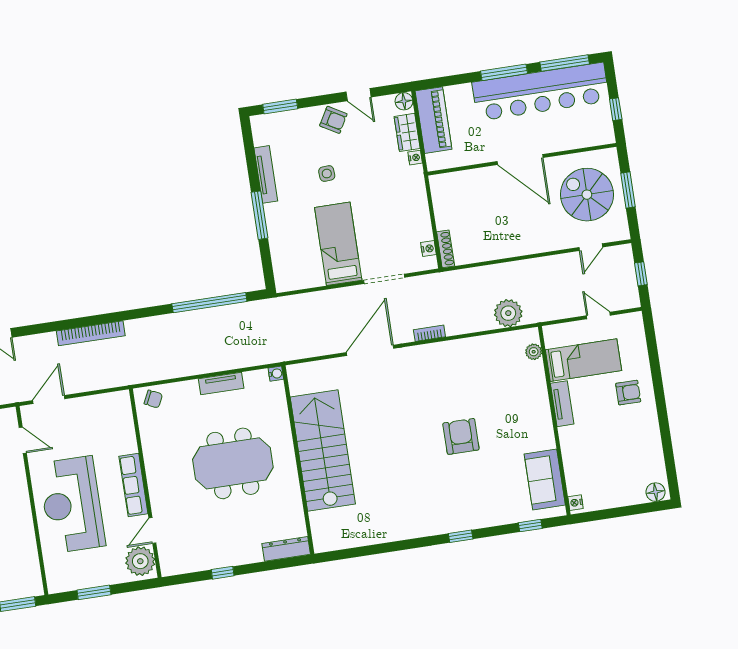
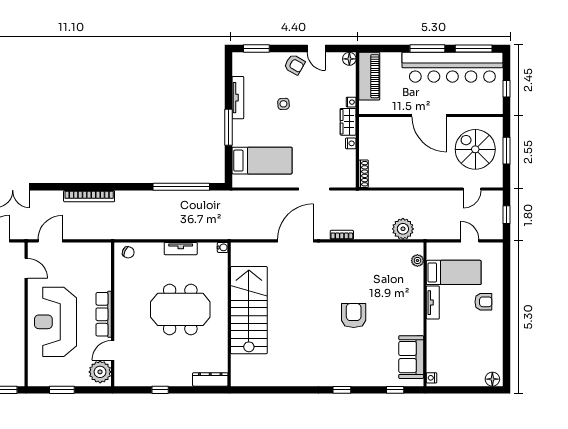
wardrobe: (407, 132) -> (348, 122), moved
bed: (338, 244) -> (262, 161), moved, turned 90
nightstand: (428, 249) -> (351, 143), moved

